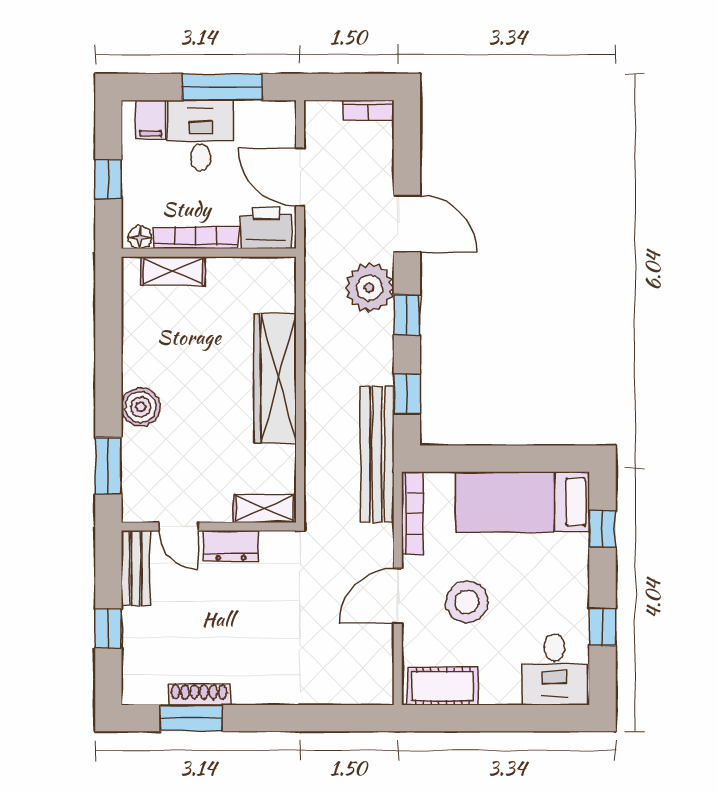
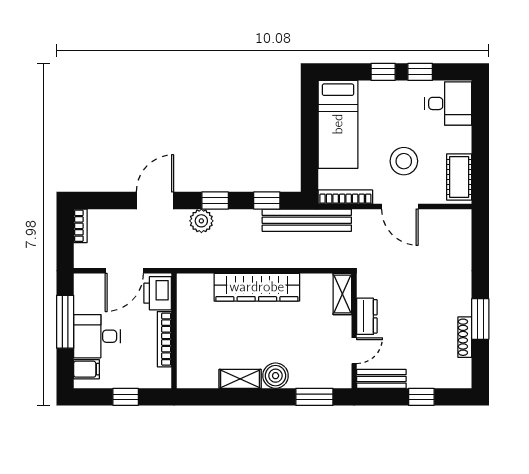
floor lamp: (140, 237) -> (164, 376), removed
shelving: (173, 271) -> (240, 379), moved, turned 90
plant: (369, 288) -> (201, 221), width x0.73, depth x0.73
window: (603, 529) -> (383, 72), moved
window: (191, 718) -> (480, 319), moved

